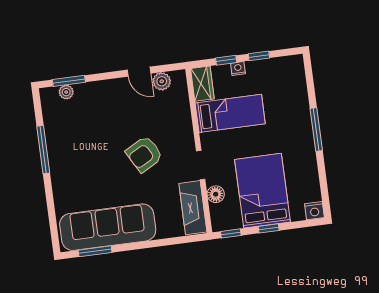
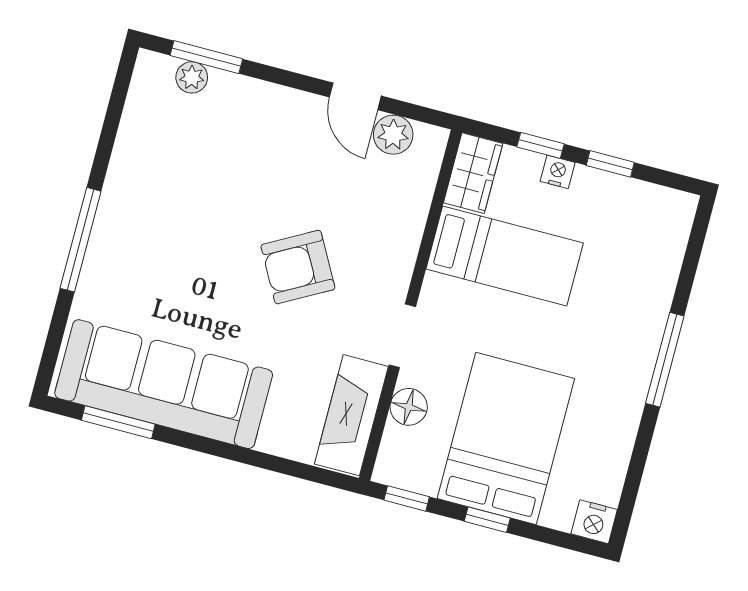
window: (43, 150) -> (81, 240), moved

